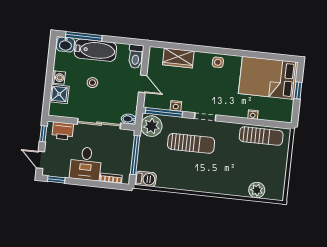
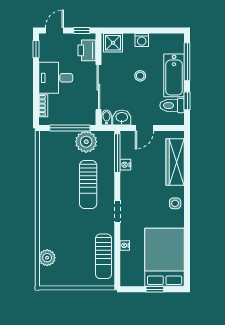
window: (121, 40) -> (187, 101), added
washbasin: (66, 44) -> (122, 117), moved, turned 90
toilet: (136, 56) -> (172, 105), moved
wardrobe: (178, 58) -> (175, 162), width x1.50
shower: (59, 94) -> (113, 43), moved
doorway: (205, 117) -> (117, 211), moved
plant: (151, 126) -> (86, 142), moved
barbecue: (146, 179) -> (46, 141), removed

